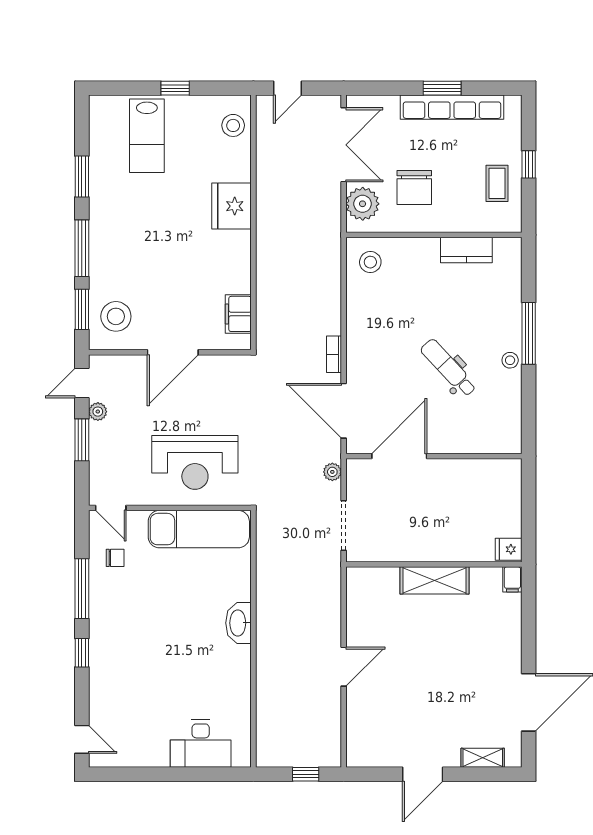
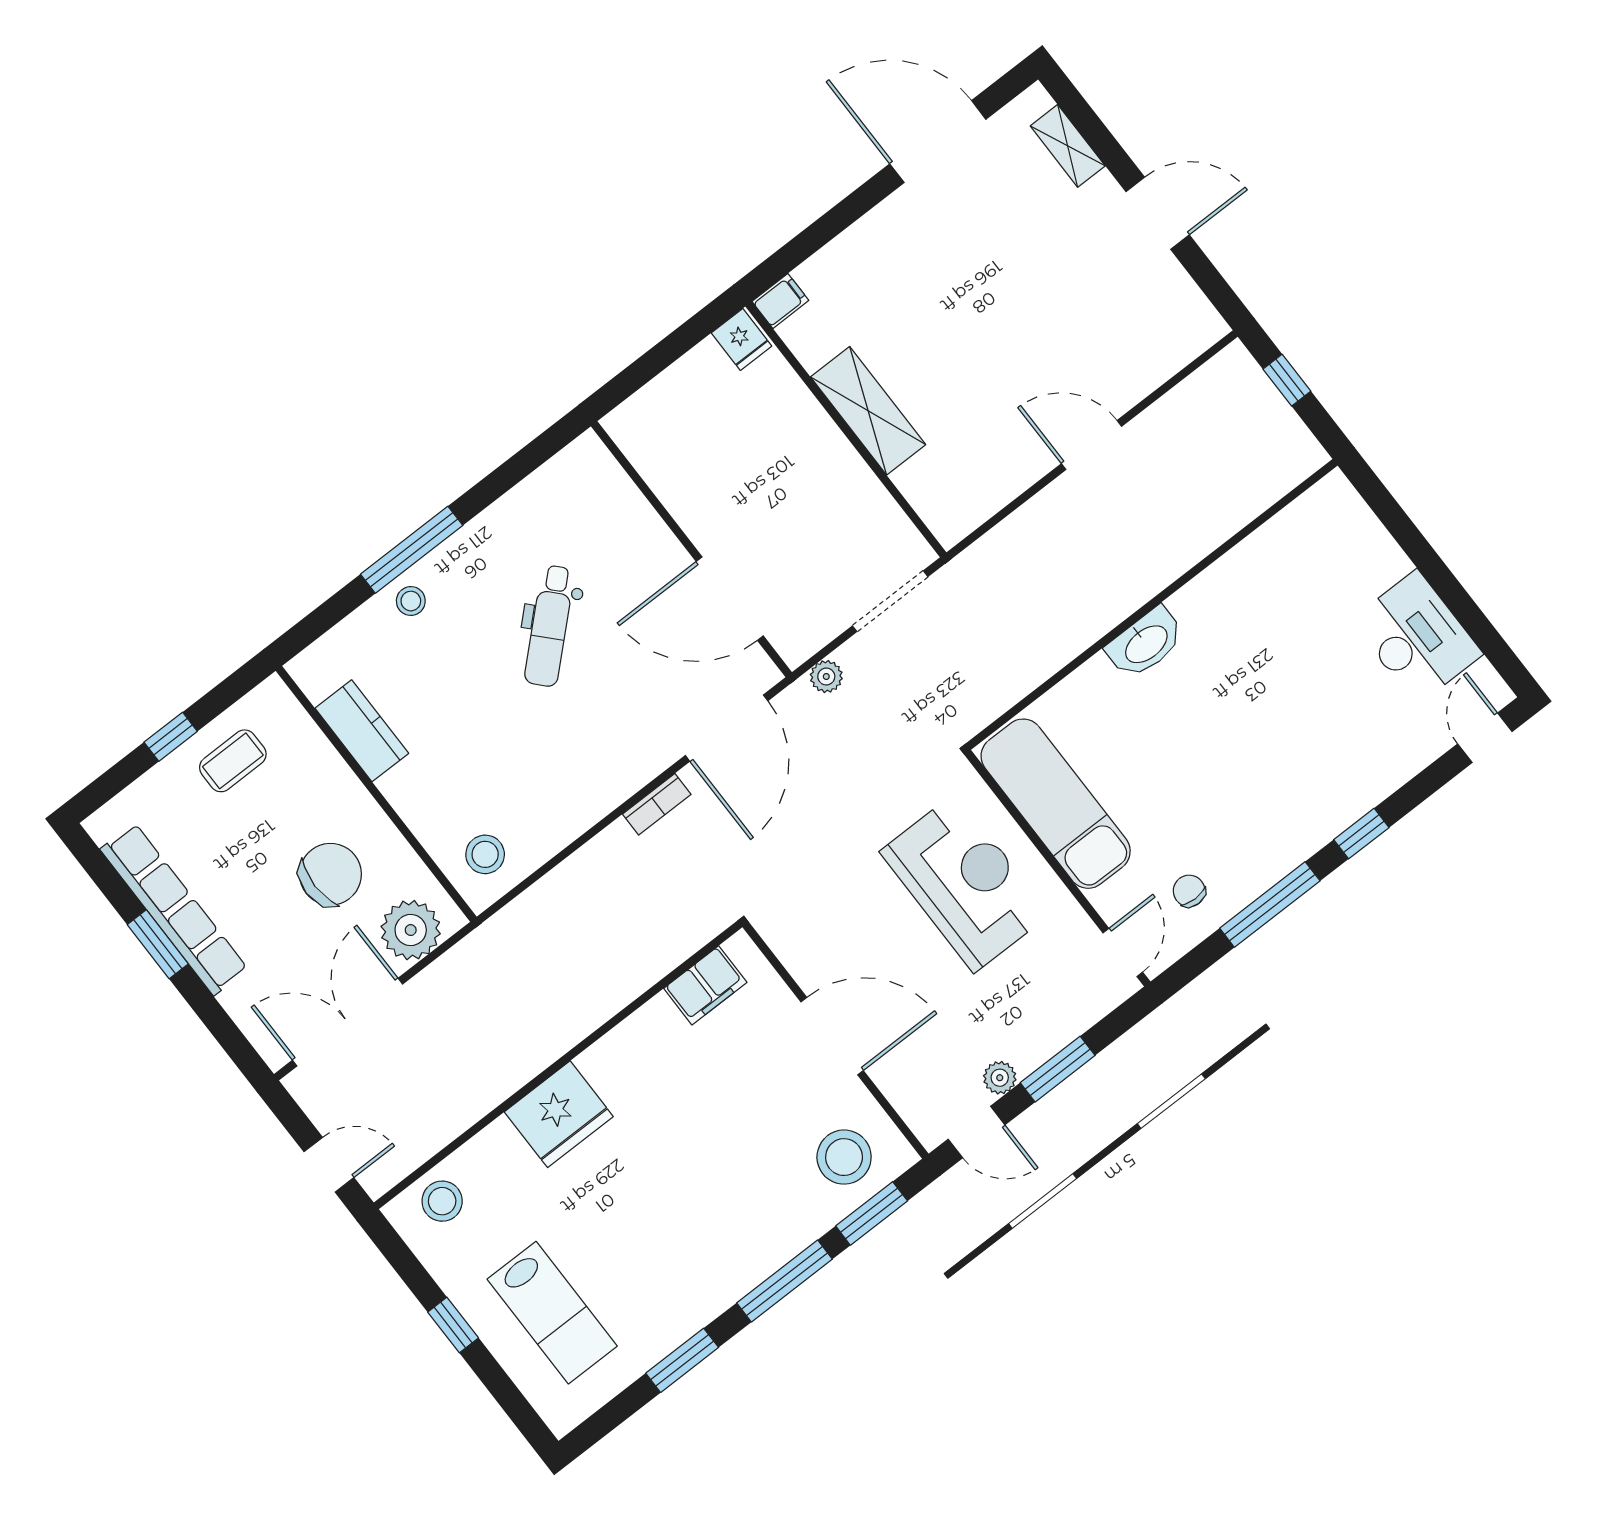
lab bench: (147, 136) -> (552, 1313), turned 90
stool: (510, 360) -> (411, 601), moved
desk: (201, 744) -> (1417, 637), moved

